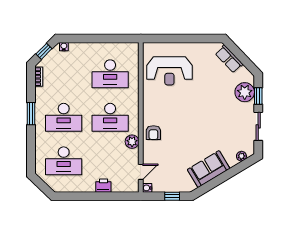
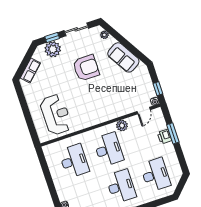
armchair: (153, 133) -> (86, 68), moved, width x1.88, depth x1.88
door: (141, 172) -> (144, 111), swing flipped
window: (104, 196) -> (173, 133), added
window: (172, 196) -> (158, 89), moved

